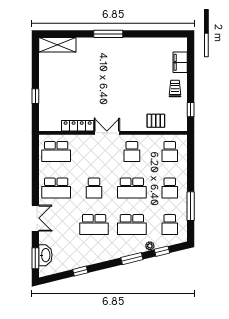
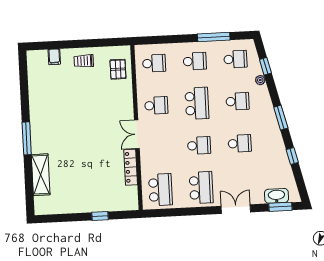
shelving: (57, 45) -> (41, 175), moved
filing cabinet: (180, 62) -> (54, 57), width x0.50
window: (191, 110) -> (106, 42), removed
pallet: (156, 121) -> (118, 69), moved
school desk: (94, 225) -> (240, 143), width x0.54
school desk: (132, 225) -> (238, 101), width x0.54
window: (132, 259) -> (281, 118), moved

